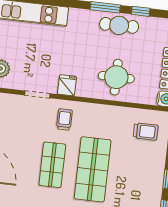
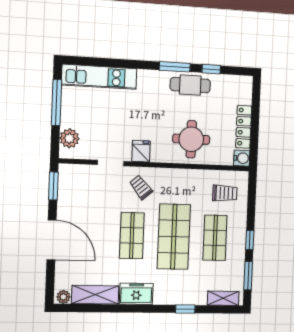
trolley: (64, 120) -> (141, 187), turned -40
shop shelf: (133, 174) -> (215, 238), added

